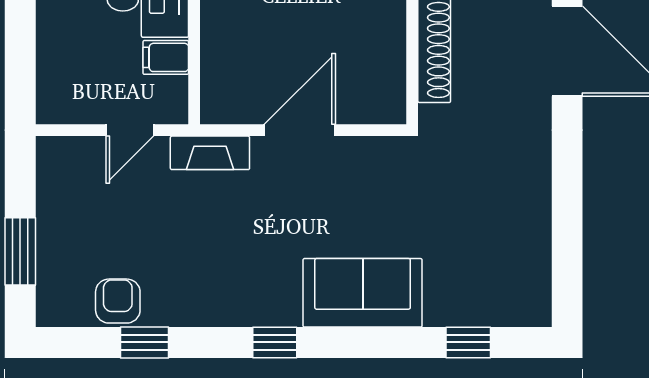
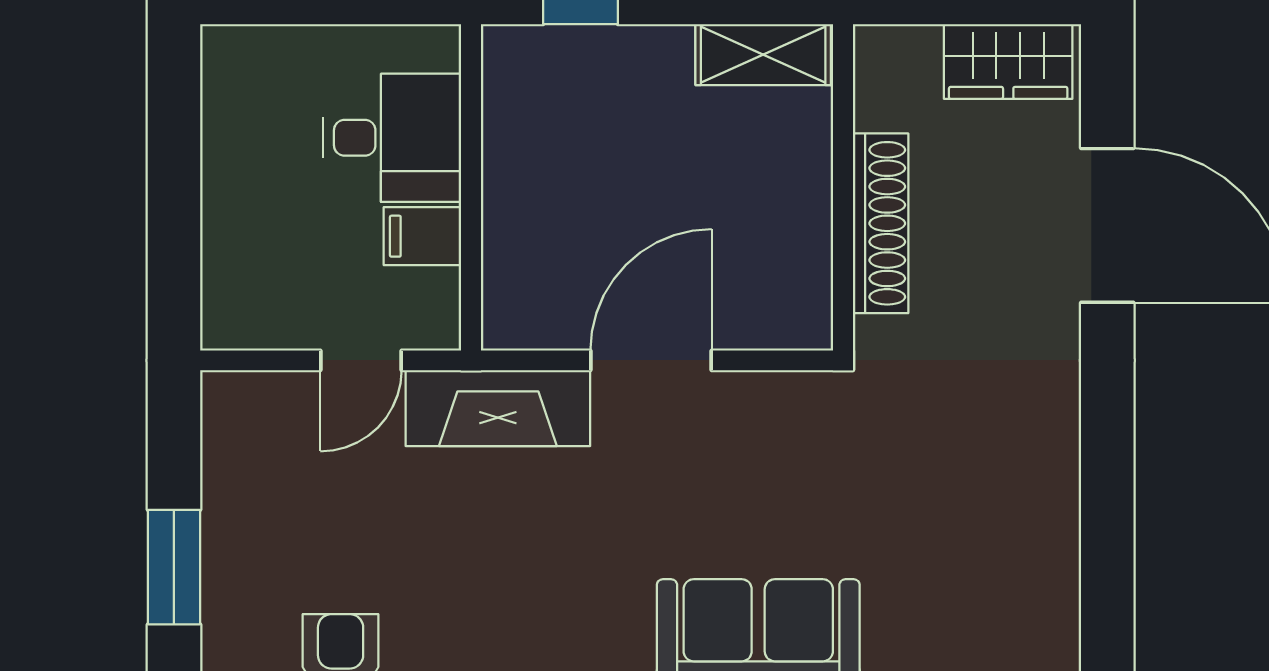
fireplace: (210, 153) -> (498, 408), width x1.37, depth x1.32

